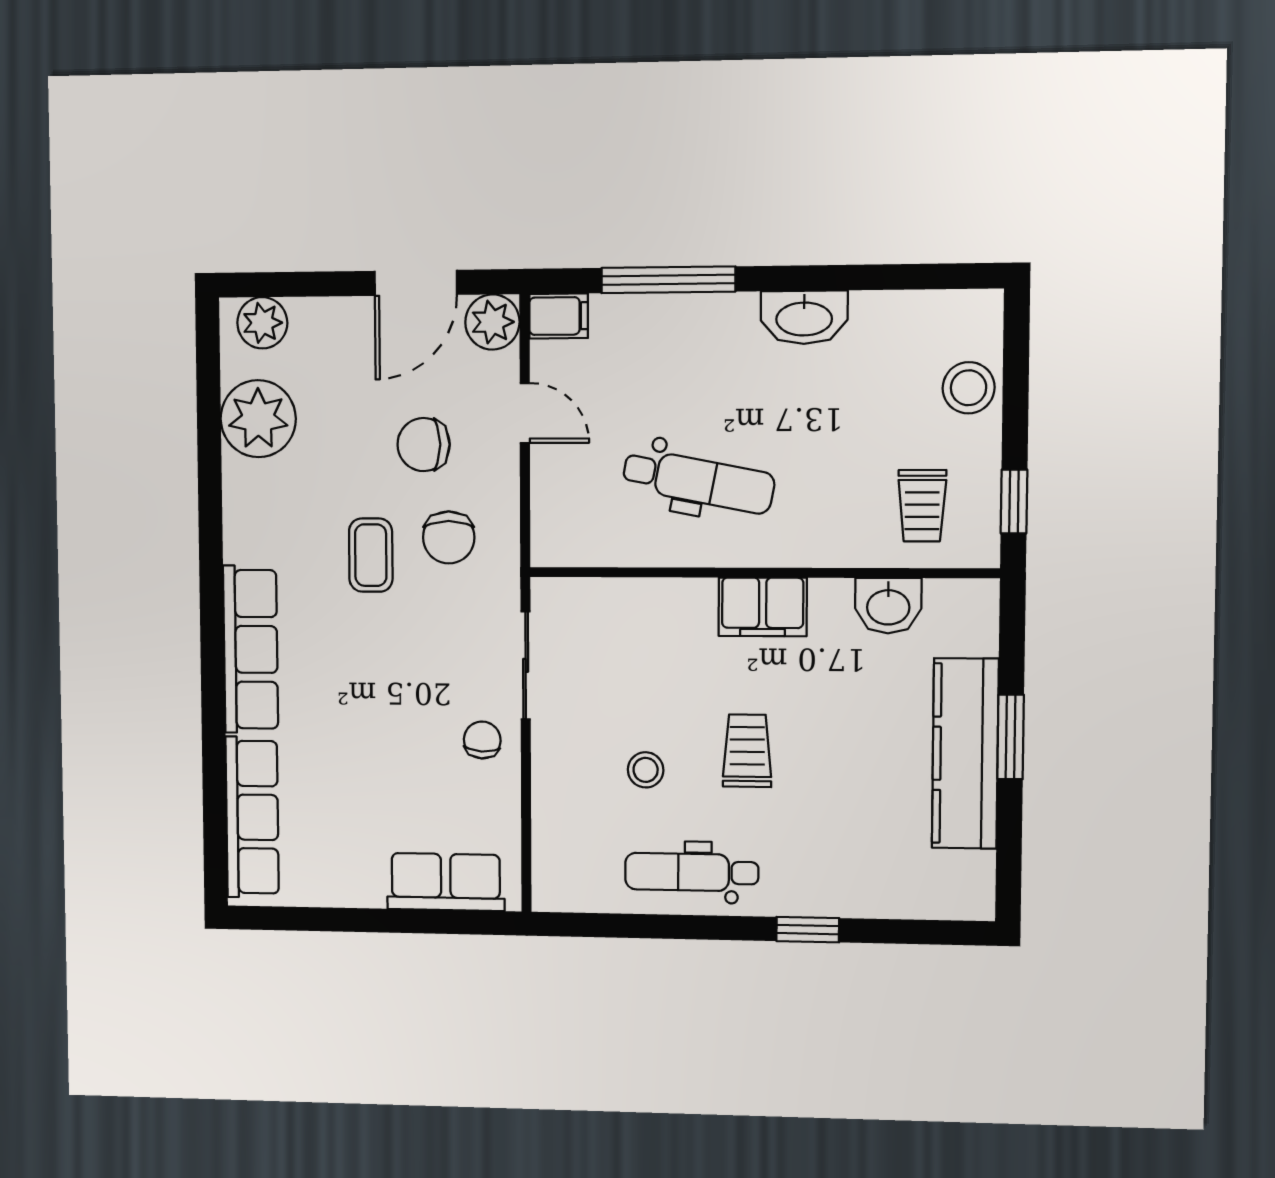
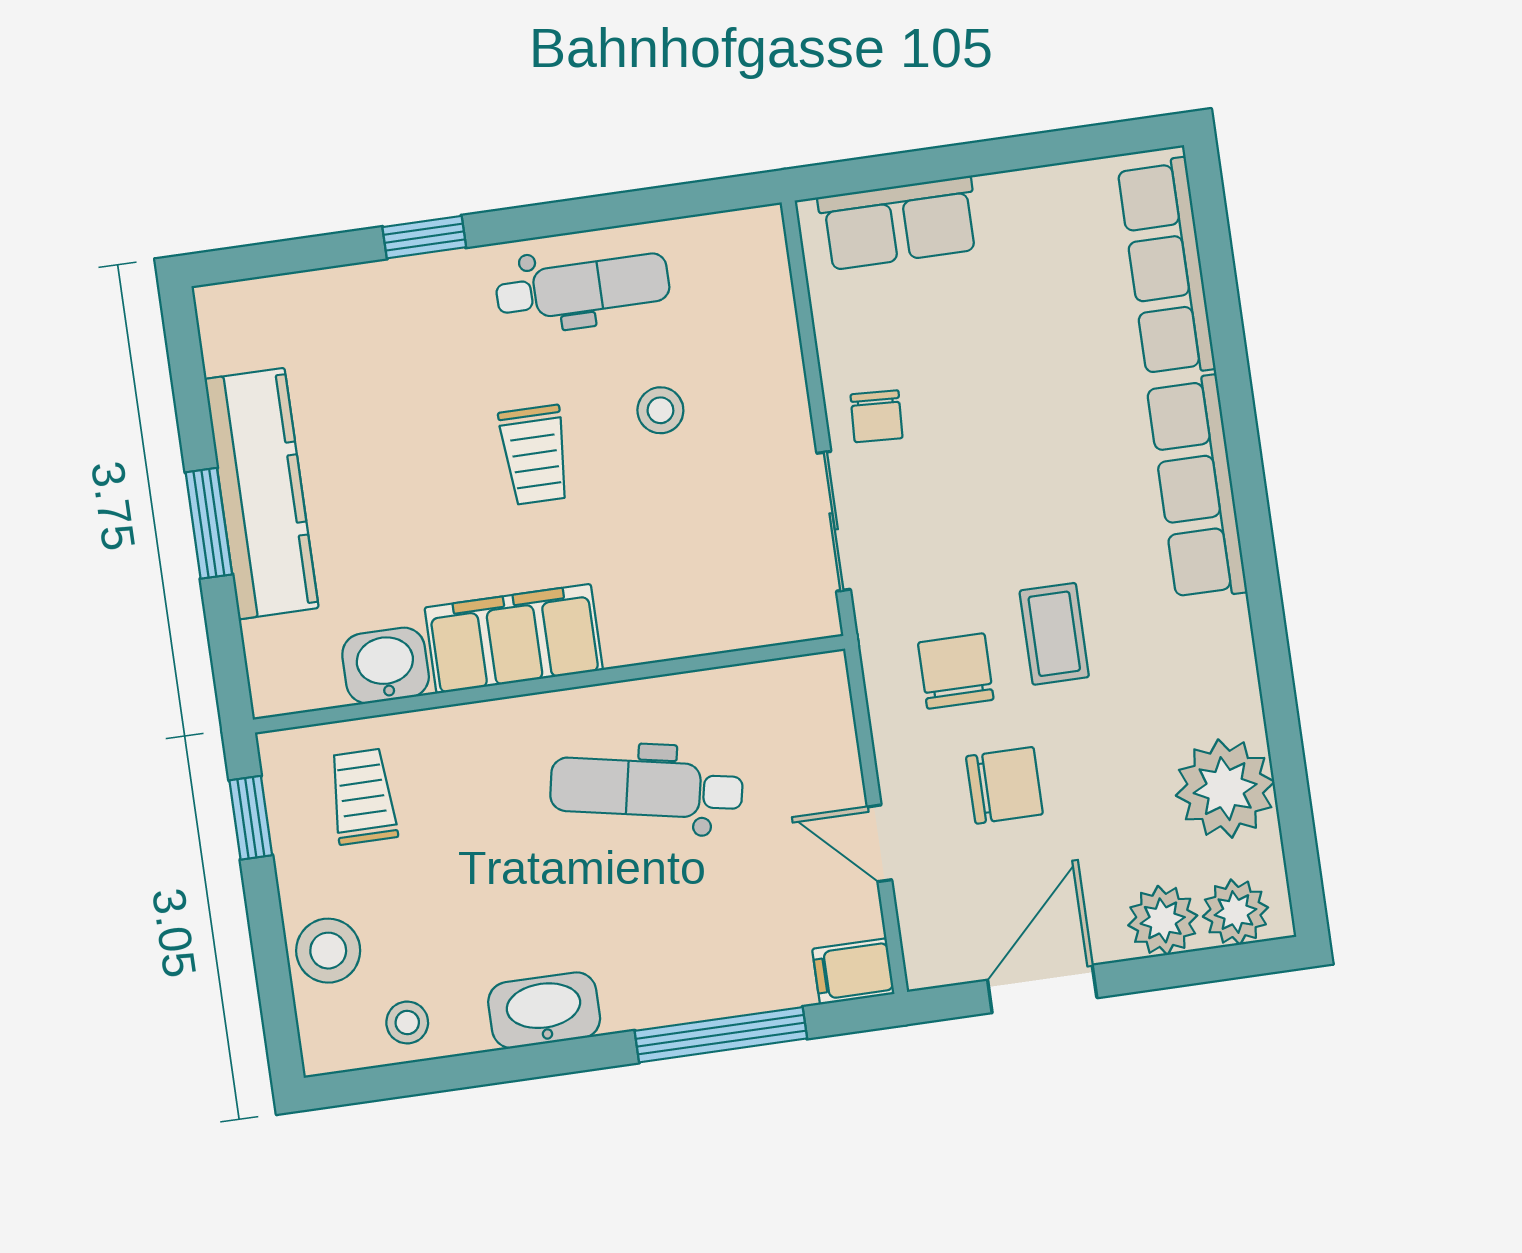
plant: (492, 322) -> (1163, 920), moved
stool: (914, 322) -> (407, 1022), added
filing cabinet: (763, 607) -> (514, 639), width x1.50, depth x1.17

